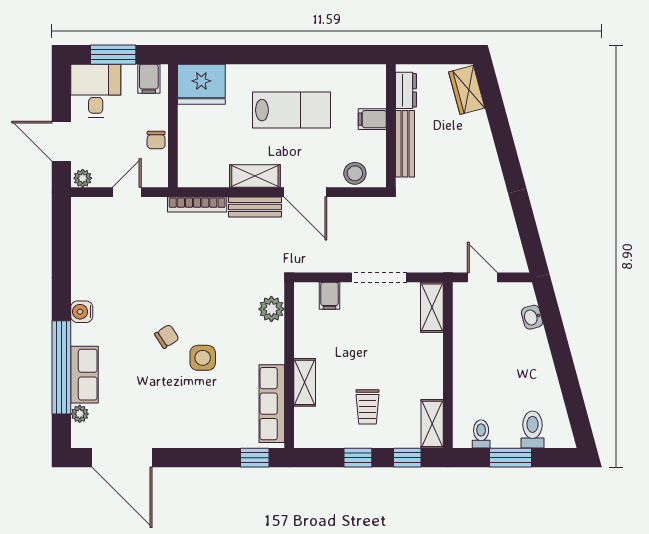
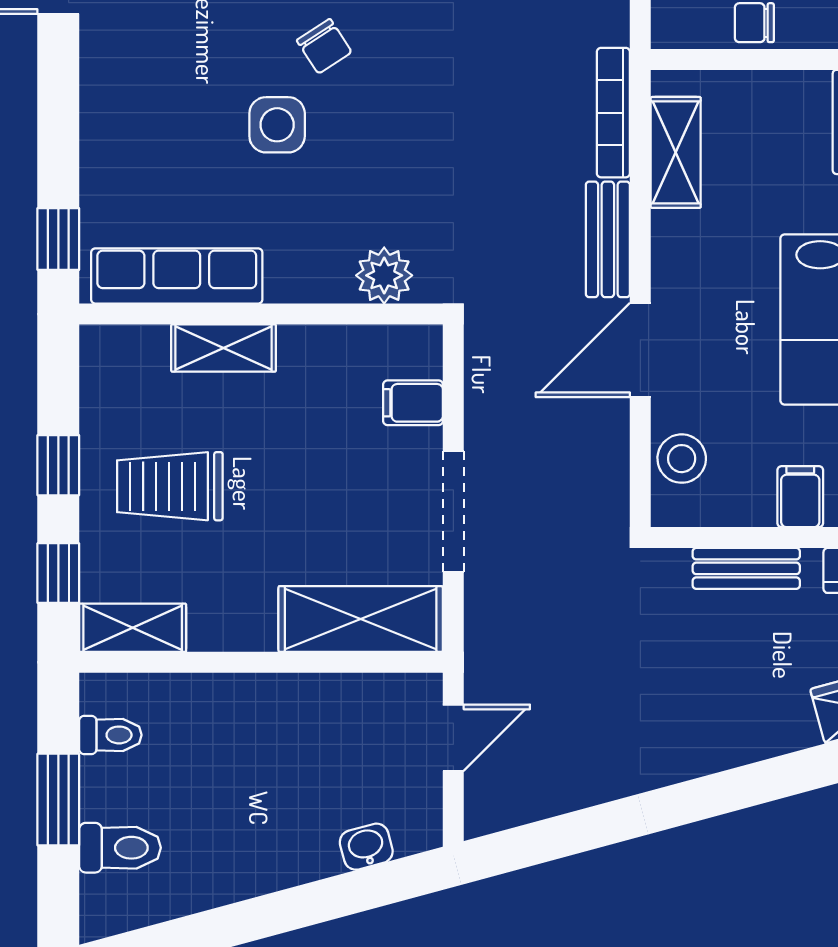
bench: (405, 144) -> (746, 568), width x0.73
shelving: (255, 176) -> (676, 152), moved
shelving: (432, 307) -> (361, 619), width x1.50, depth x1.33
trolley: (368, 407) -> (170, 486), width x1.36, depth x1.39

